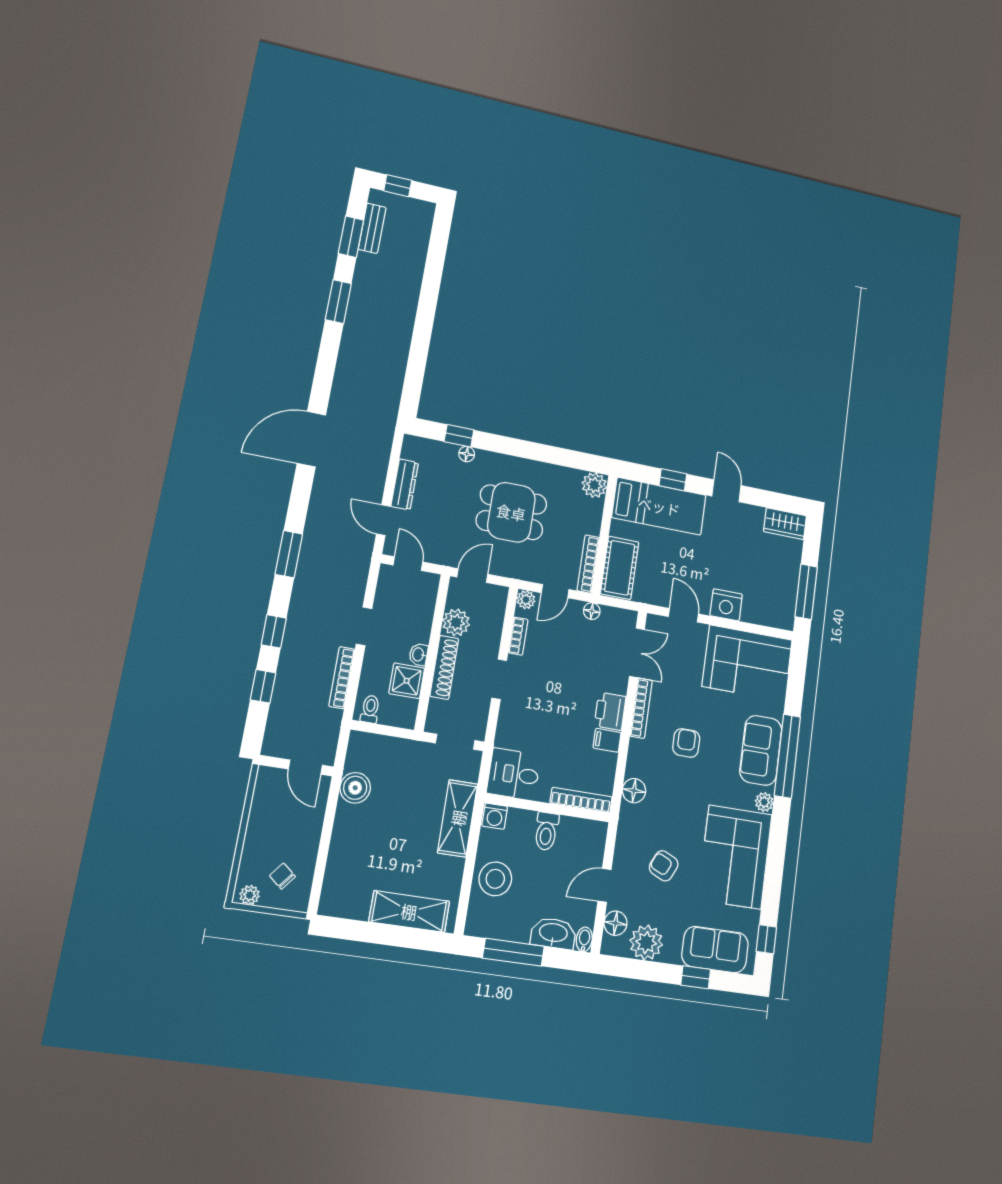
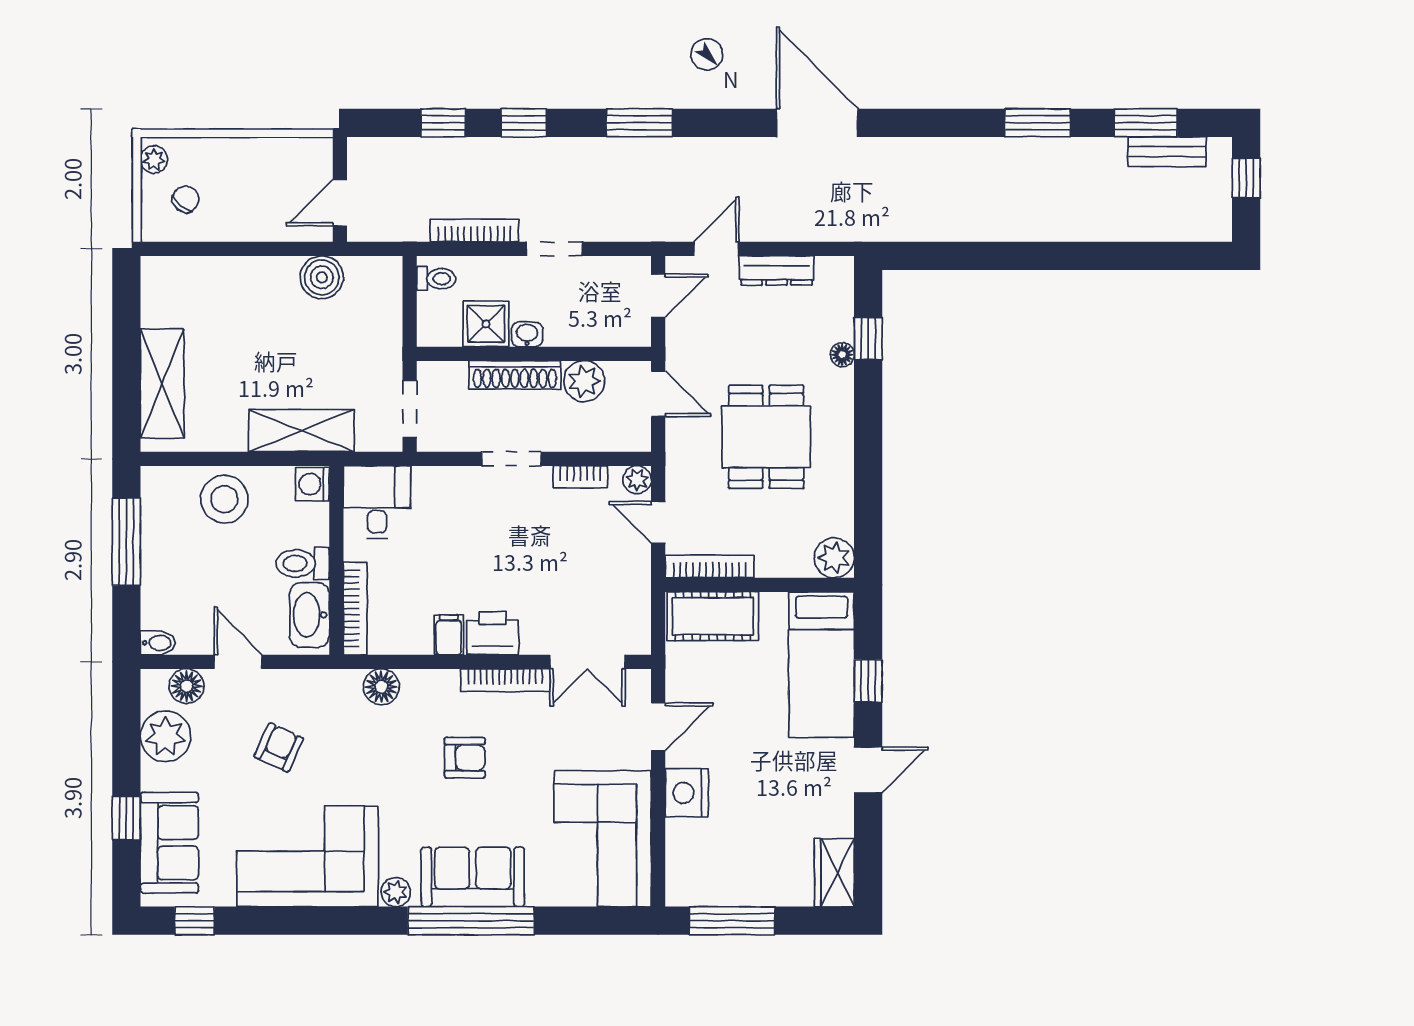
floor lamp: (592, 611) -> (638, 583), removed
washbasin: (553, 933) -> (309, 615), moved, turned 180

